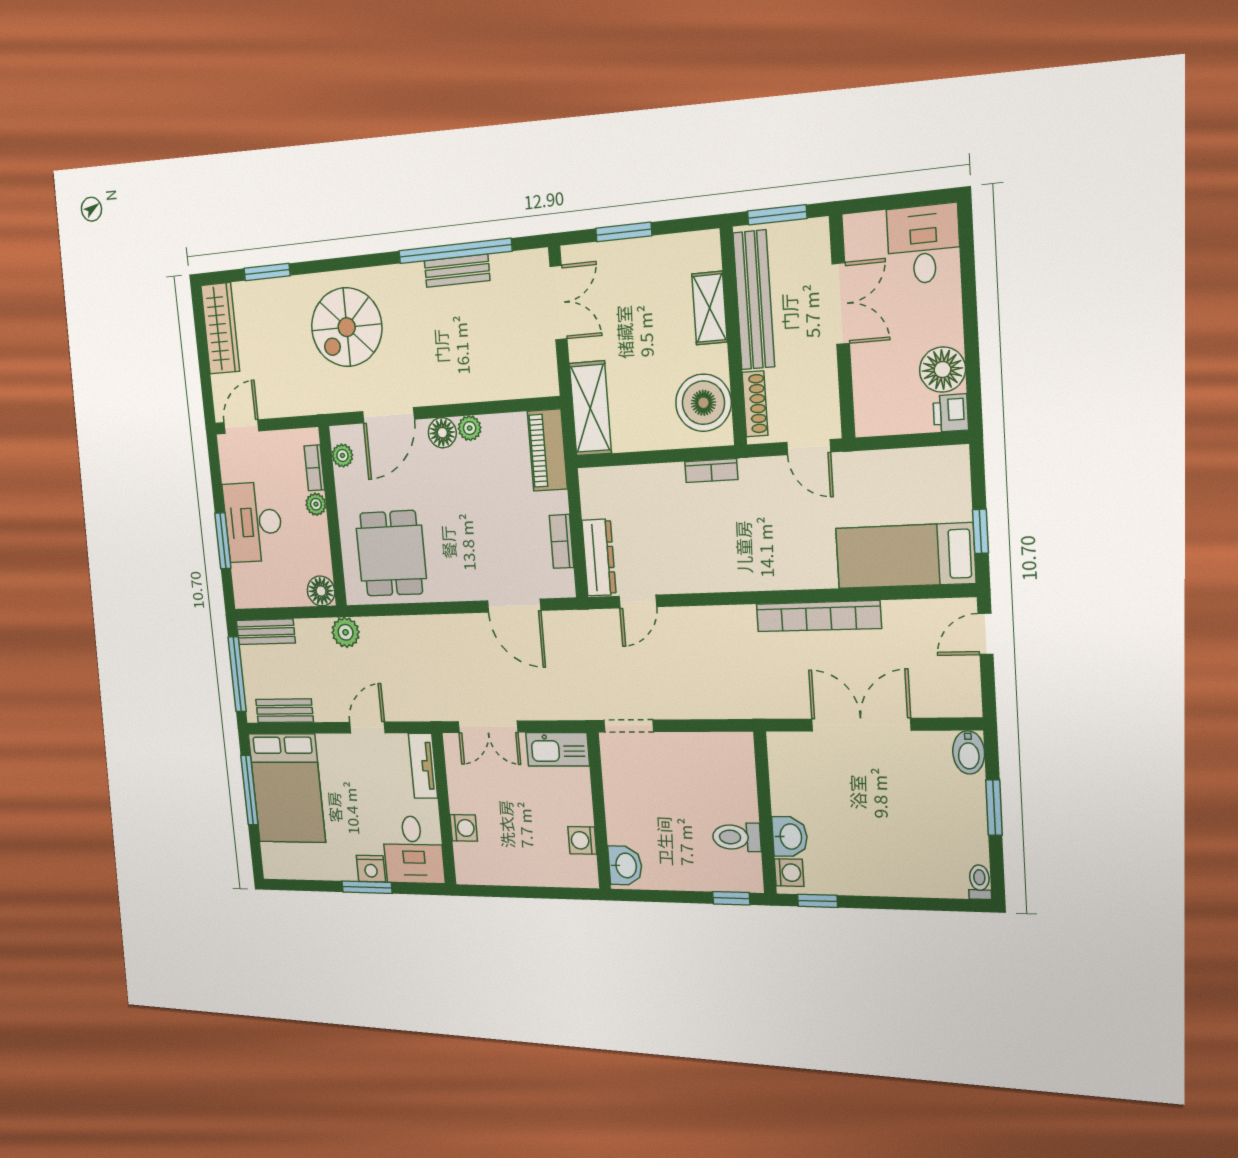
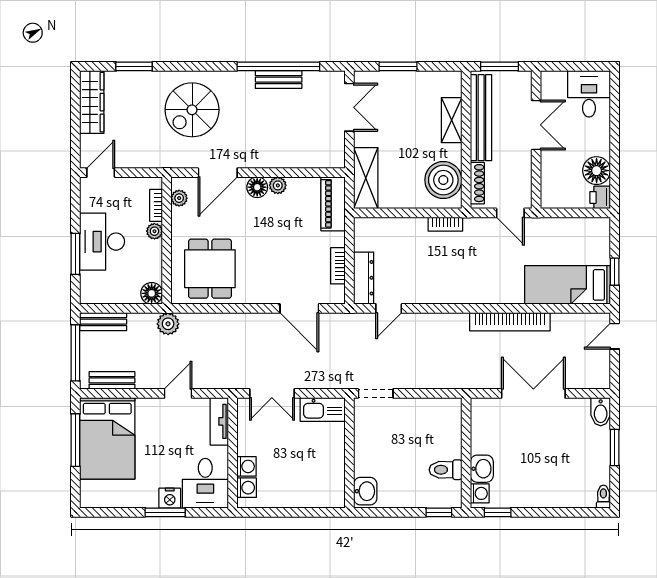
washing machine: (582, 840) -> (247, 488), moved, turned 180

